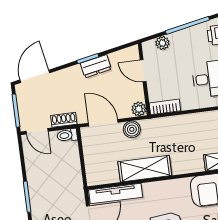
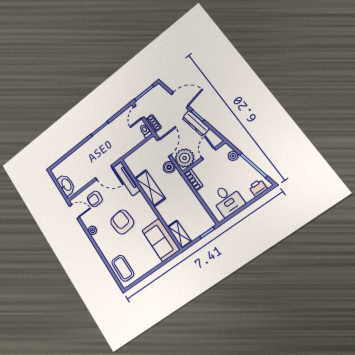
dresser: (96, 66) -> (196, 123), width x1.44
door: (35, 76) -> (180, 100), moved
plant: (139, 109) -> (185, 158), width x1.87, depth x1.87

